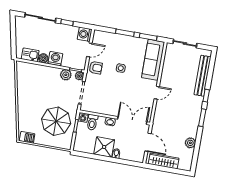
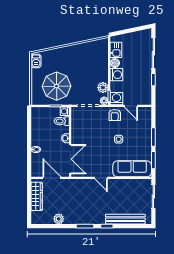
washing machine: (85, 34) -> (116, 99), moved
door: (148, 142) -> (52, 178), swing flipped
shower: (104, 147) -> (40, 137), removed

